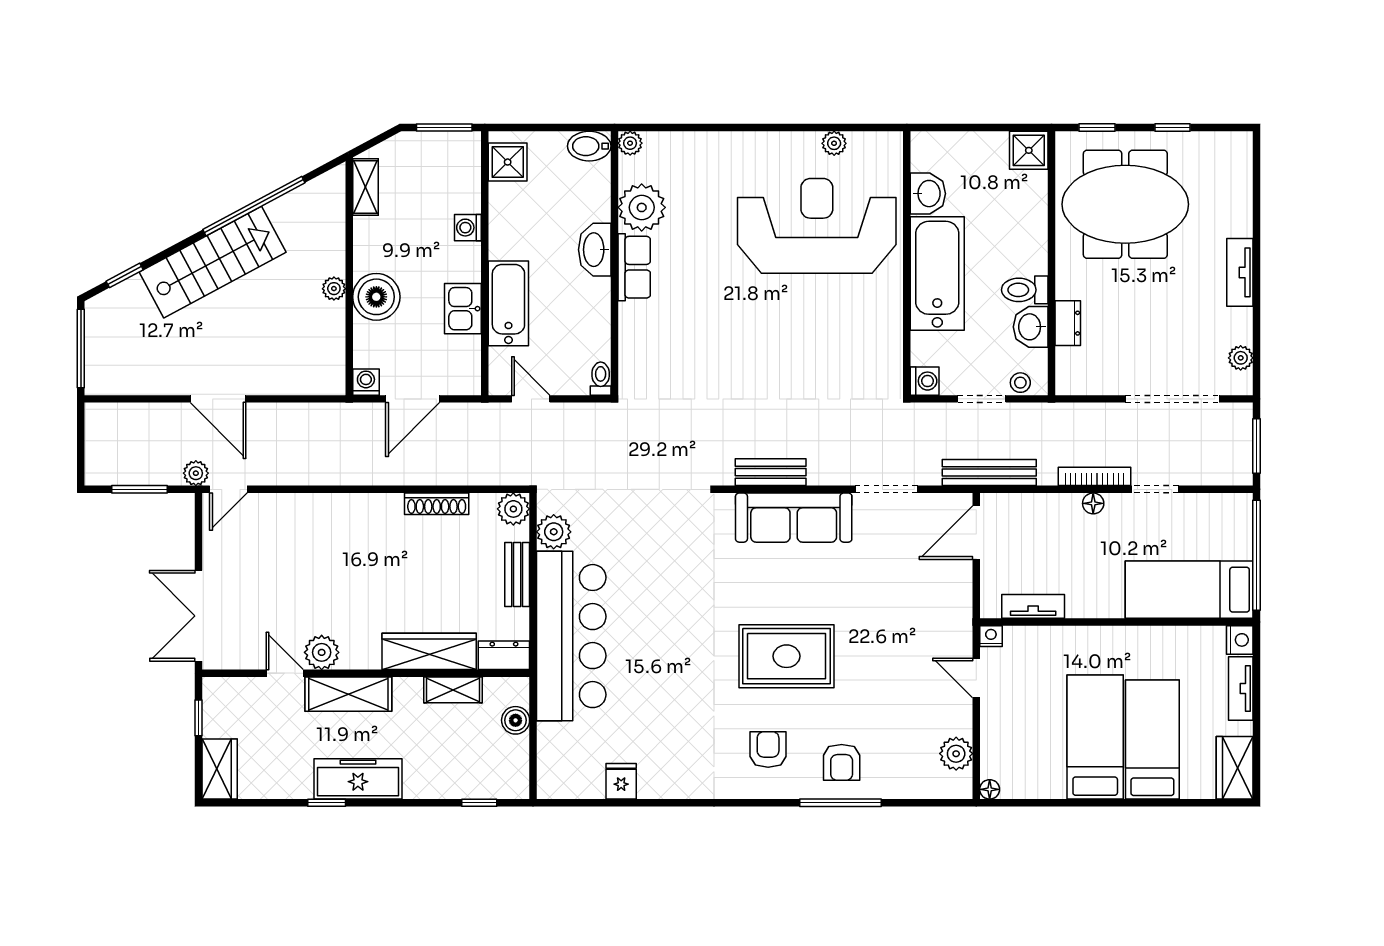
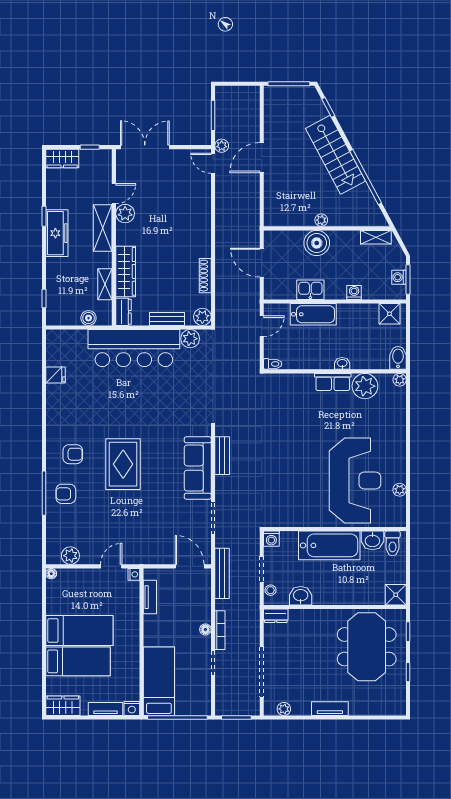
washbasin: (595, 250) -> (342, 363), width x0.52, depth x0.69
toilet: (1025, 290) -> (392, 543), moved, turned 180
dresser: (1068, 323) -> (276, 616), moved
washing machine: (366, 382) -> (399, 277), moved, turned 180

